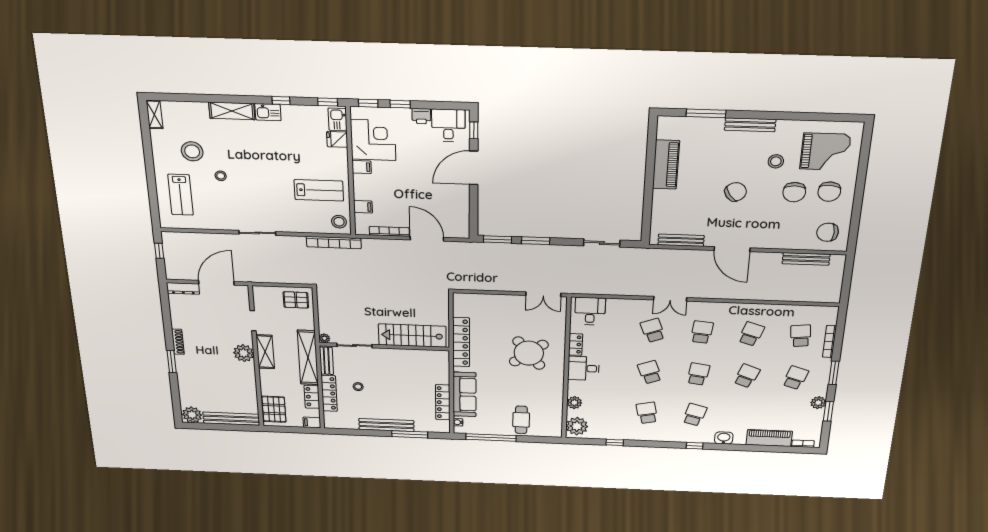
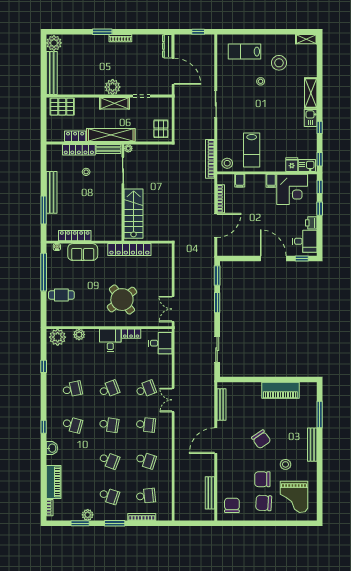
sofa: (465, 394) -> (83, 252), width x0.73
filing cabinet: (312, 422) -> (51, 135), removed

